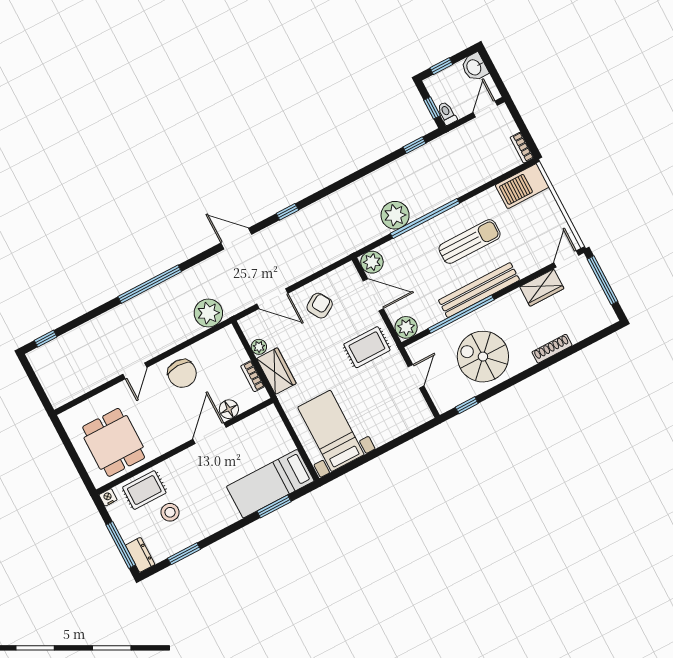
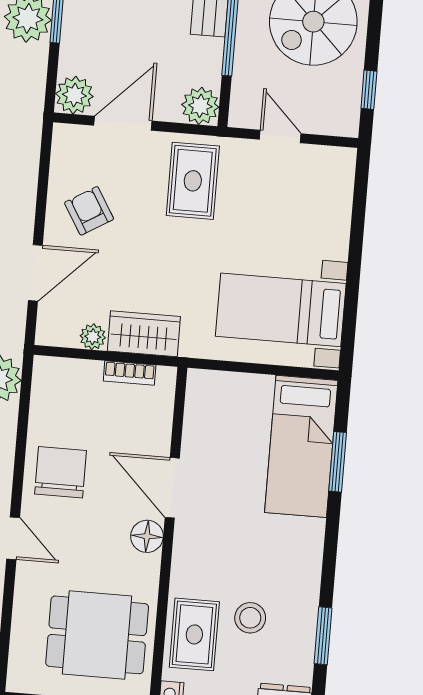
chair: (182, 373) -> (61, 472), turned -90
floor lamp: (229, 409) -> (147, 536), moved

